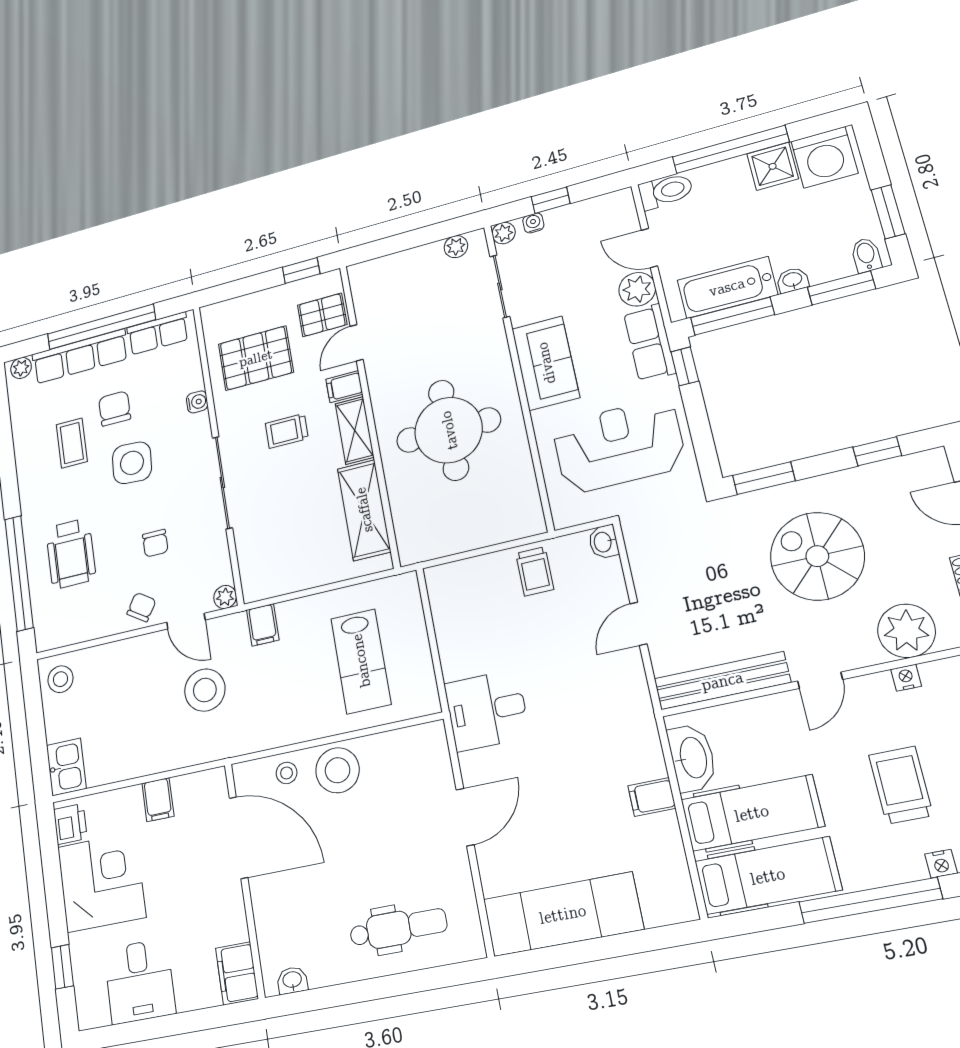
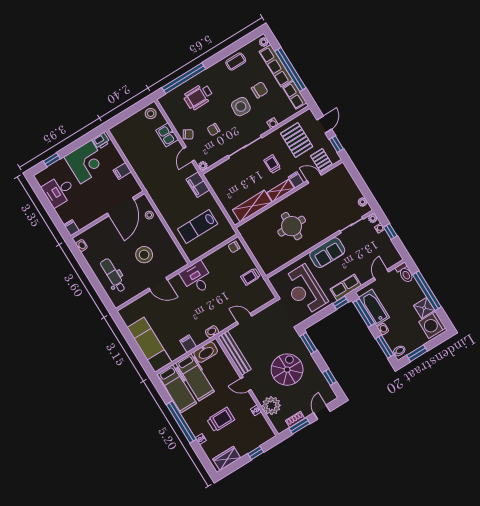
door: (247, 286) -> (324, 124), added
plant: (637, 289) -> (364, 276), removed
round table: (449, 430) -> (292, 226), width x0.73, depth x0.73
coffee table: (72, 443) -> (236, 62), moved
reception desk: (619, 446) -> (305, 290), turned 180
washbasin: (603, 542) -> (212, 332), moved
chair: (445, 588) -> (234, 247), added
filing cabinet: (263, 625) -> (198, 185), width x2.00
stool: (205, 690) -> (167, 172), removed
kitchen sink: (66, 767) -> (167, 135), moved, turned 90
stool: (338, 770) -> (144, 255), moved
exam couch: (563, 914) -> (149, 345), moved
dental chair: (398, 928) -> (113, 275), turned 180
filing cabinet: (237, 973) -> (71, 228), width x0.50

